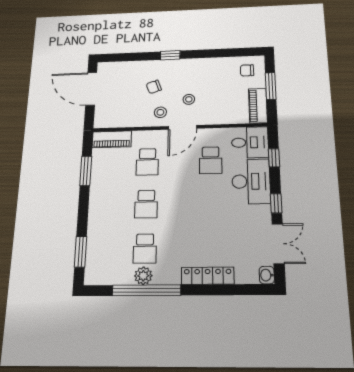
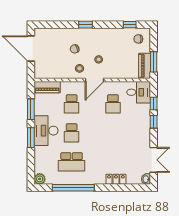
window: (234, 53) -> (130, 25), added
window: (271, 86) -> (154, 62), moved
desk: (251, 181) -> (46, 131), moved, turned 180
window: (276, 203) -> (154, 122), moved
school desk: (145, 248) -> (72, 162), width x1.85
window: (81, 252) -> (31, 138), moved
plant: (143, 276) -> (40, 179), moved
locker: (208, 276) -> (116, 179), width x0.66

